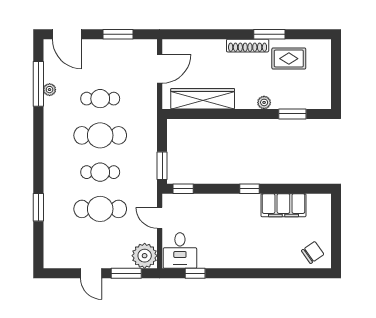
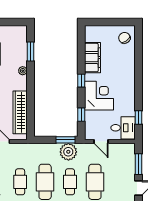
window: (183, 189) -> (81, 115), moved
corner desk: (227, 215) -> (99, 96), added
door: (160, 218) -> (101, 142), hinge flipped
plant: (145, 256) -> (68, 152), moved

